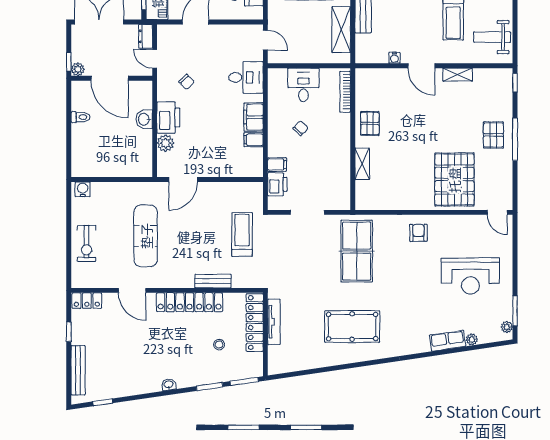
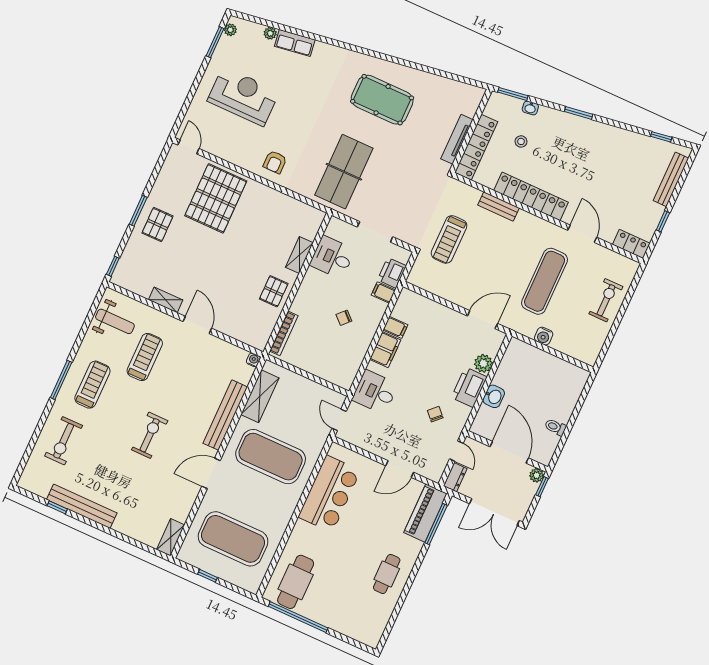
water cooler: (394, 58) -> (253, 360), moved
desk: (303, 85) -> (332, 257), moved, turned 90
window: (515, 139) -> (138, 211), width x0.69
water cooler: (83, 189) -> (544, 336), moved
washbasin: (169, 385) -> (530, 108), moved
window: (210, 387) -> (579, 113), moved

